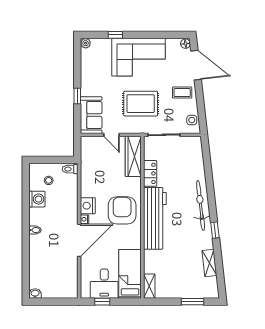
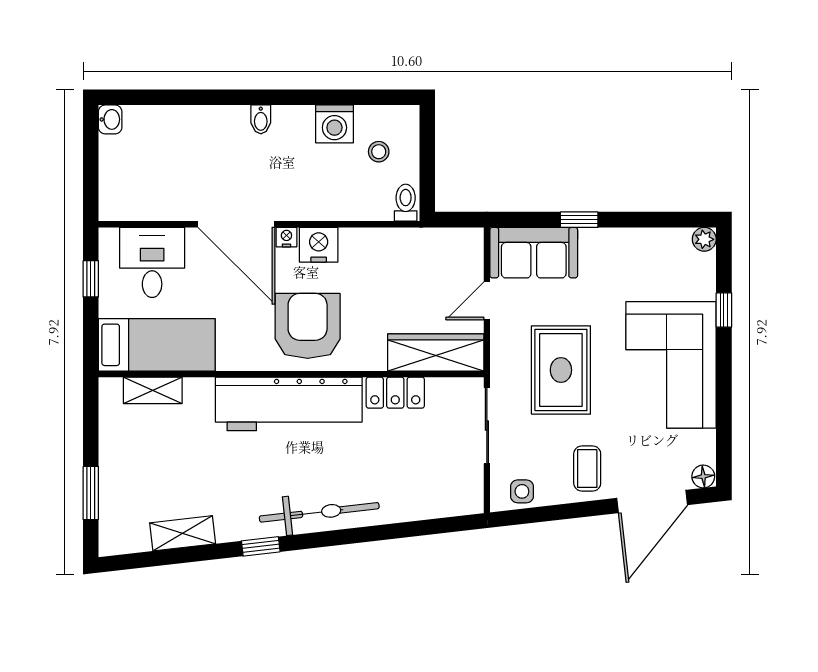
armchair: (122, 210) -> (308, 326), turned -90
desk: (104, 284) -> (152, 262), moved, turned 90
shelving: (149, 286) -> (153, 390), moved

